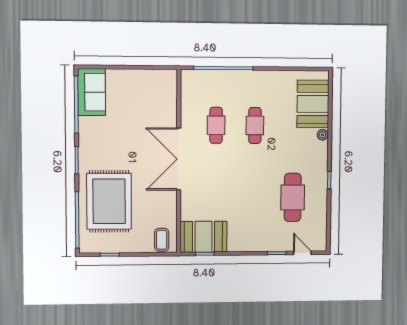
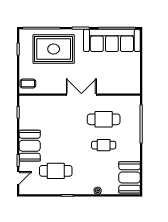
sofa: (91, 92) -> (112, 40), width x1.85, depth x1.27
booth: (313, 104) -> (130, 177), moved, turned 90
cafe table: (216, 125) -> (104, 119), width x1.37, depth x1.35
double door: (179, 159) -> (81, 95), width x0.73
booth: (204, 237) -> (30, 146), moved

